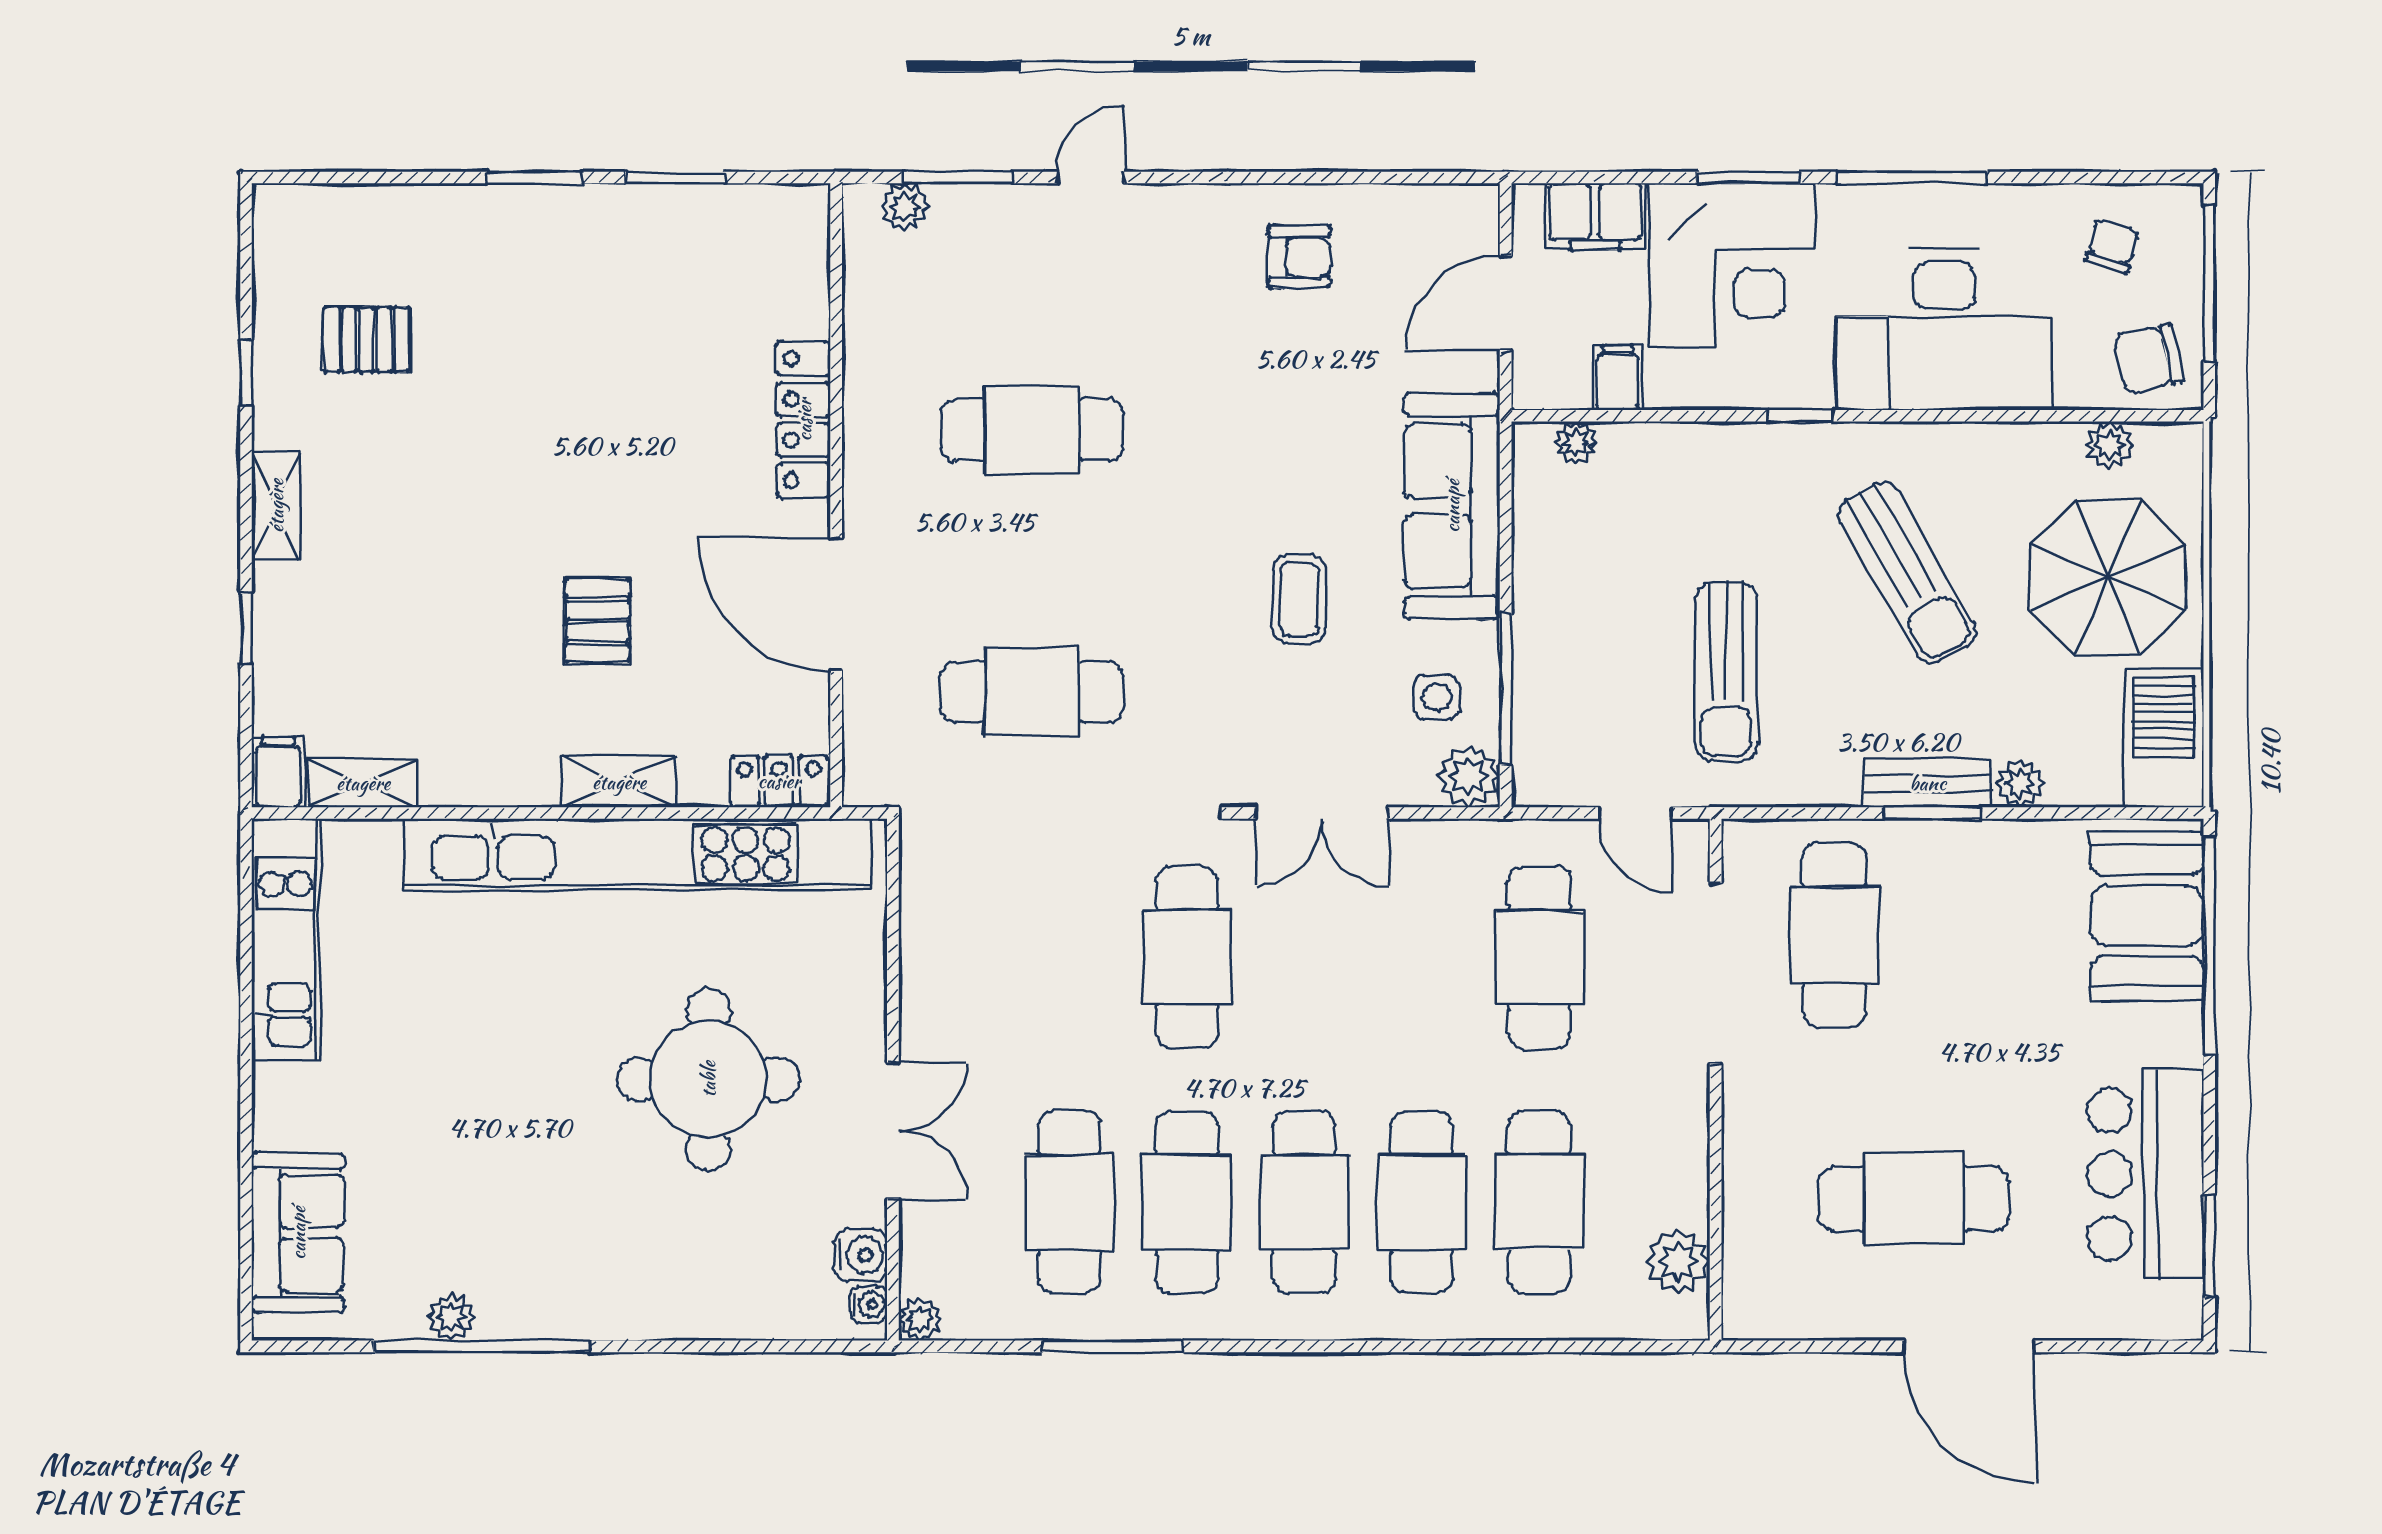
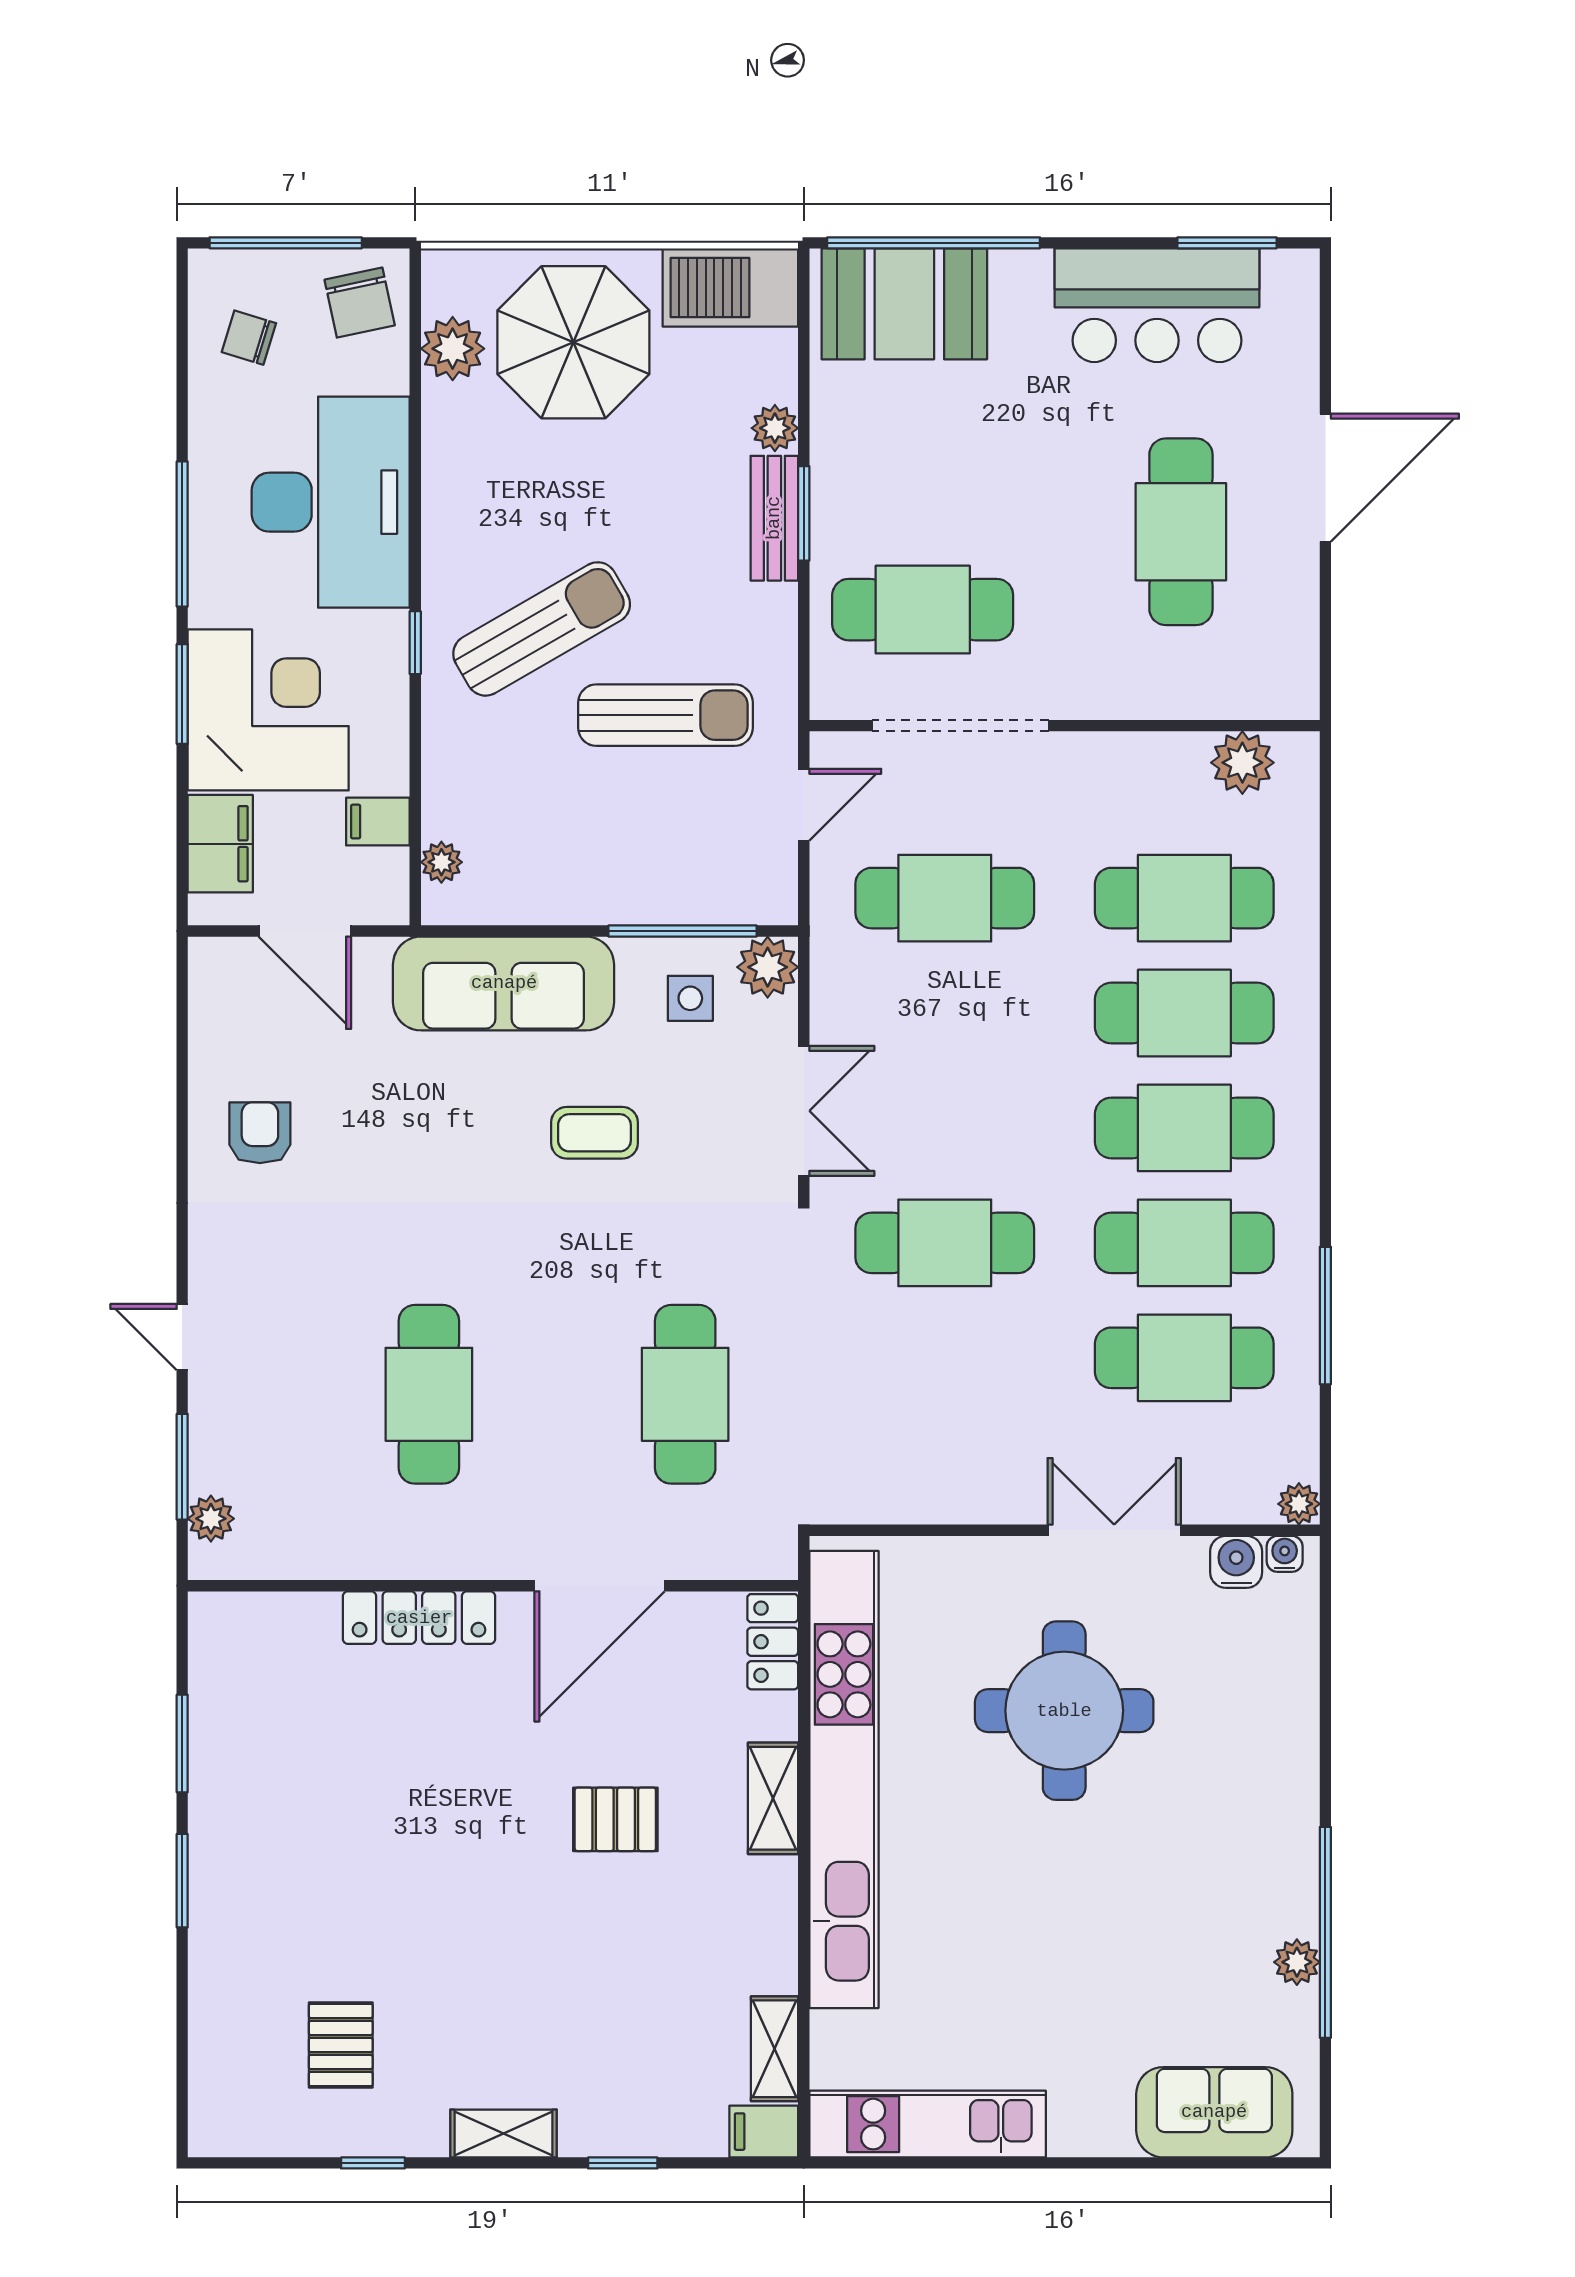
plant: (2110, 445) -> (453, 349), width x1.38, depth x1.38
sun lounger: (1907, 573) -> (542, 629), moved

